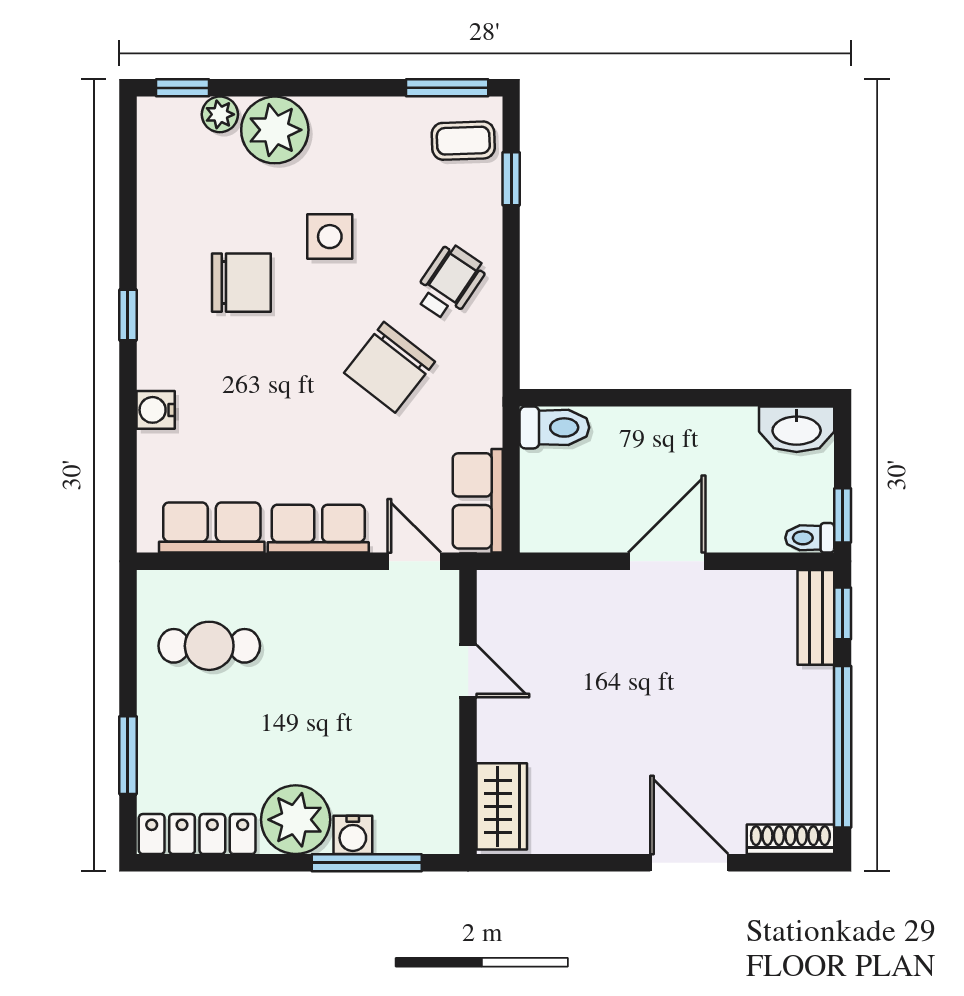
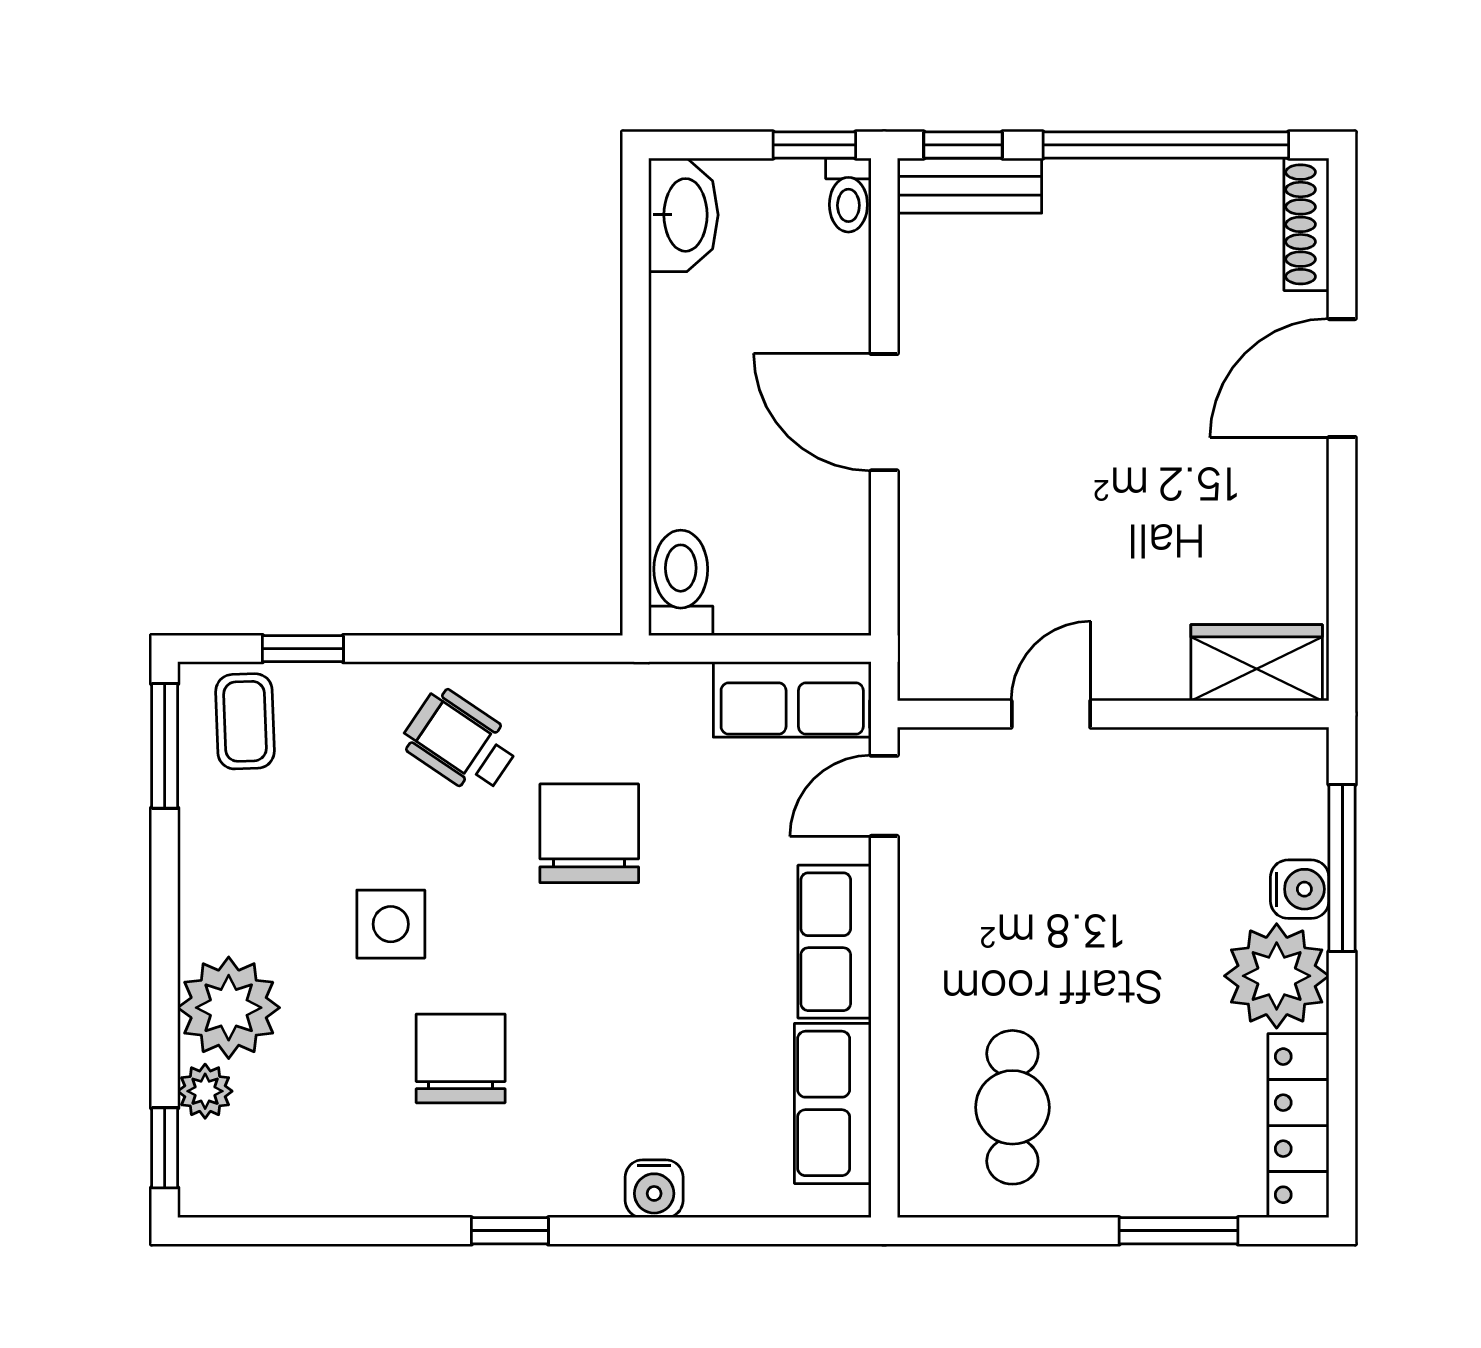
chair: (390, 367) -> (589, 833), turned -128

